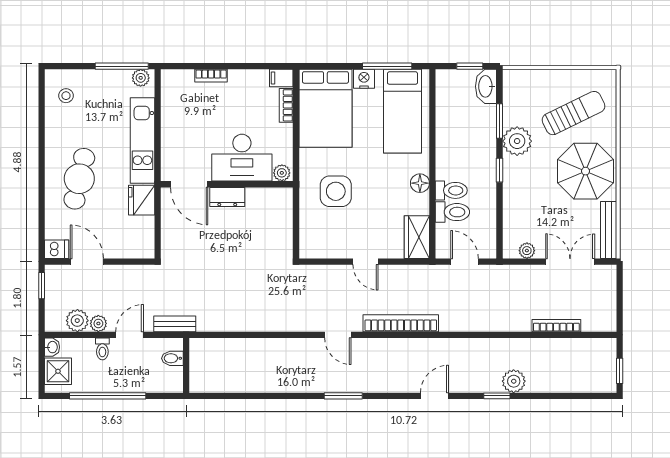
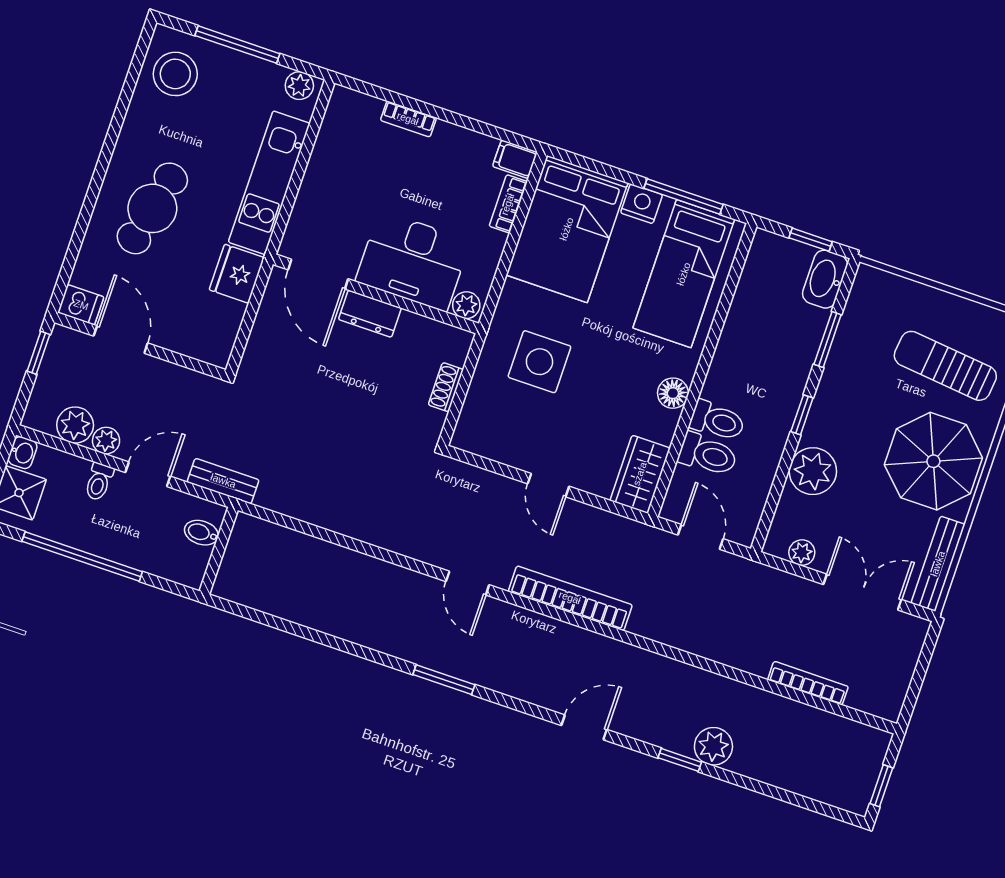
window: (122, 66) -> (237, 45), moved
stool: (66, 96) -> (175, 74), width x1.89, depth x1.89
sun lounger: (574, 113) -> (945, 366), turned -148
plant: (517, 141) -> (813, 471), moved
shoe rack: (286, 225) -> (446, 387), added

